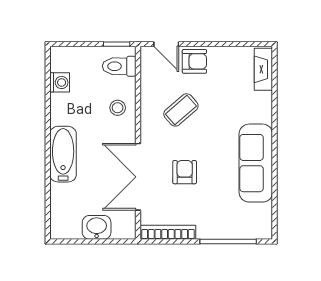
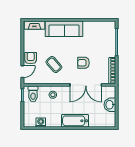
sofa: (256, 163) -> (64, 29), moved

